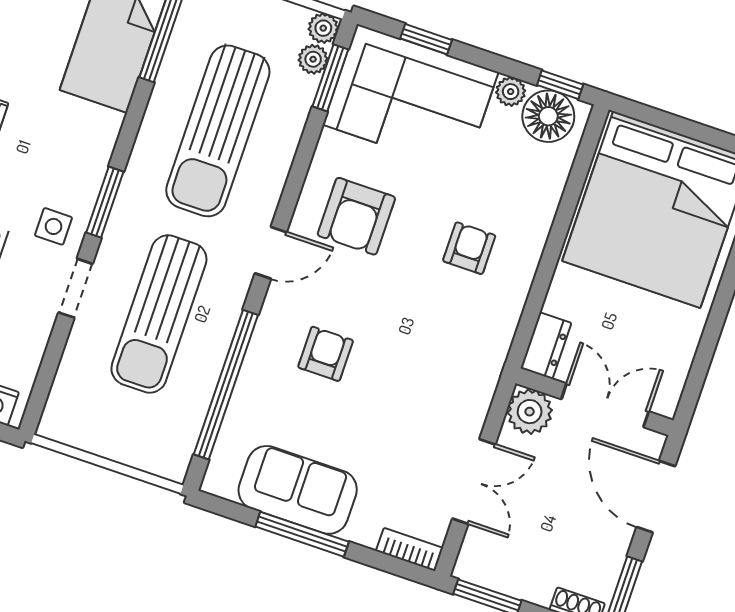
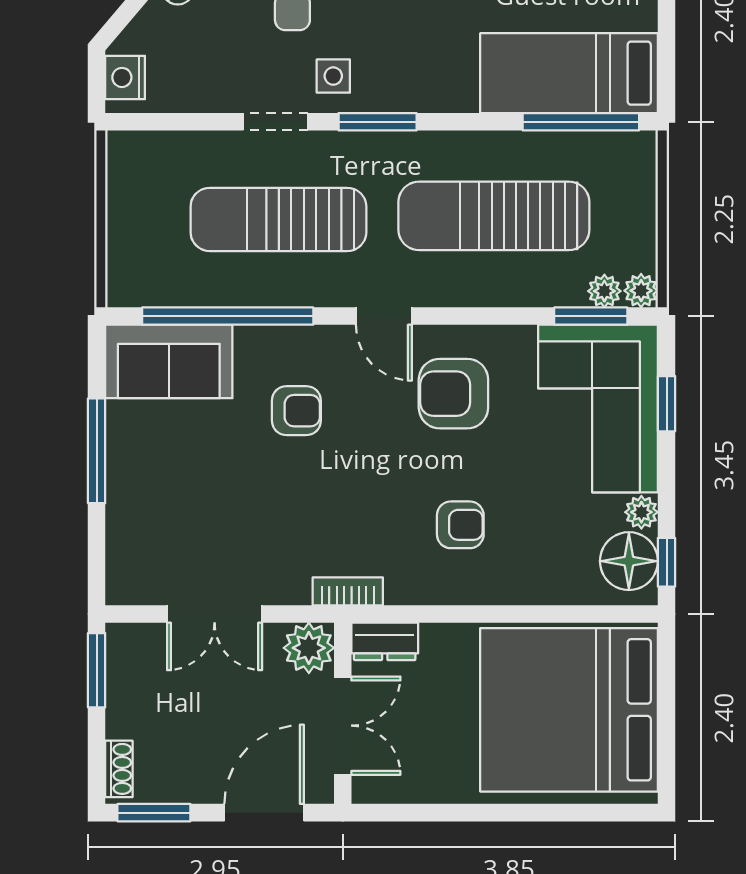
sofa: (298, 490) -> (169, 361), moved, turned 90
bookcase: (410, 549) -> (348, 591), moved, turned -90

